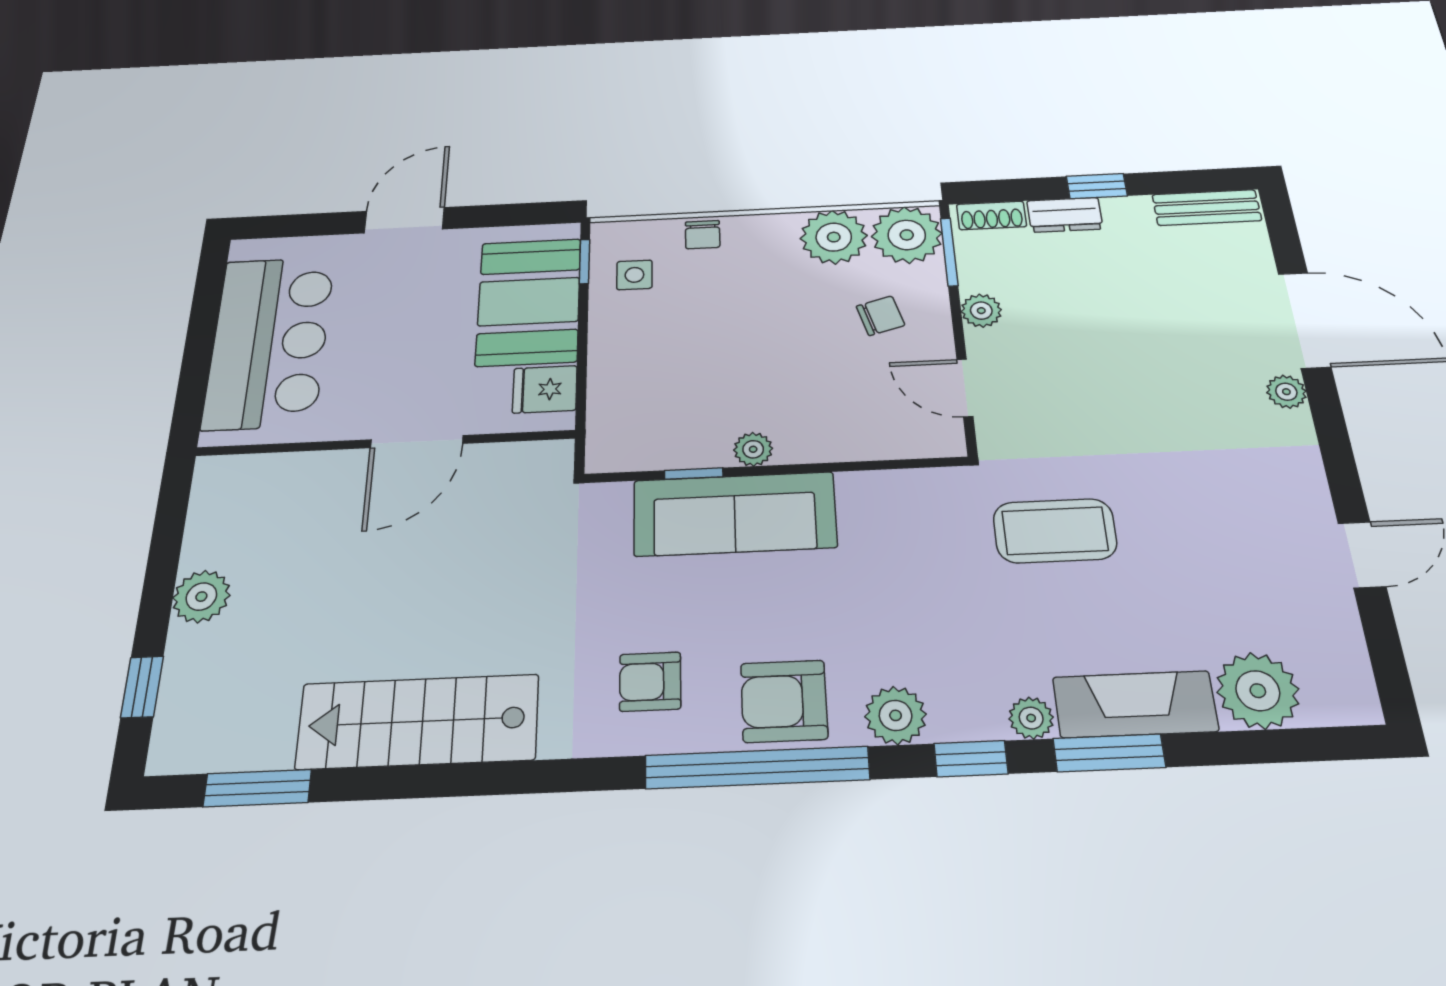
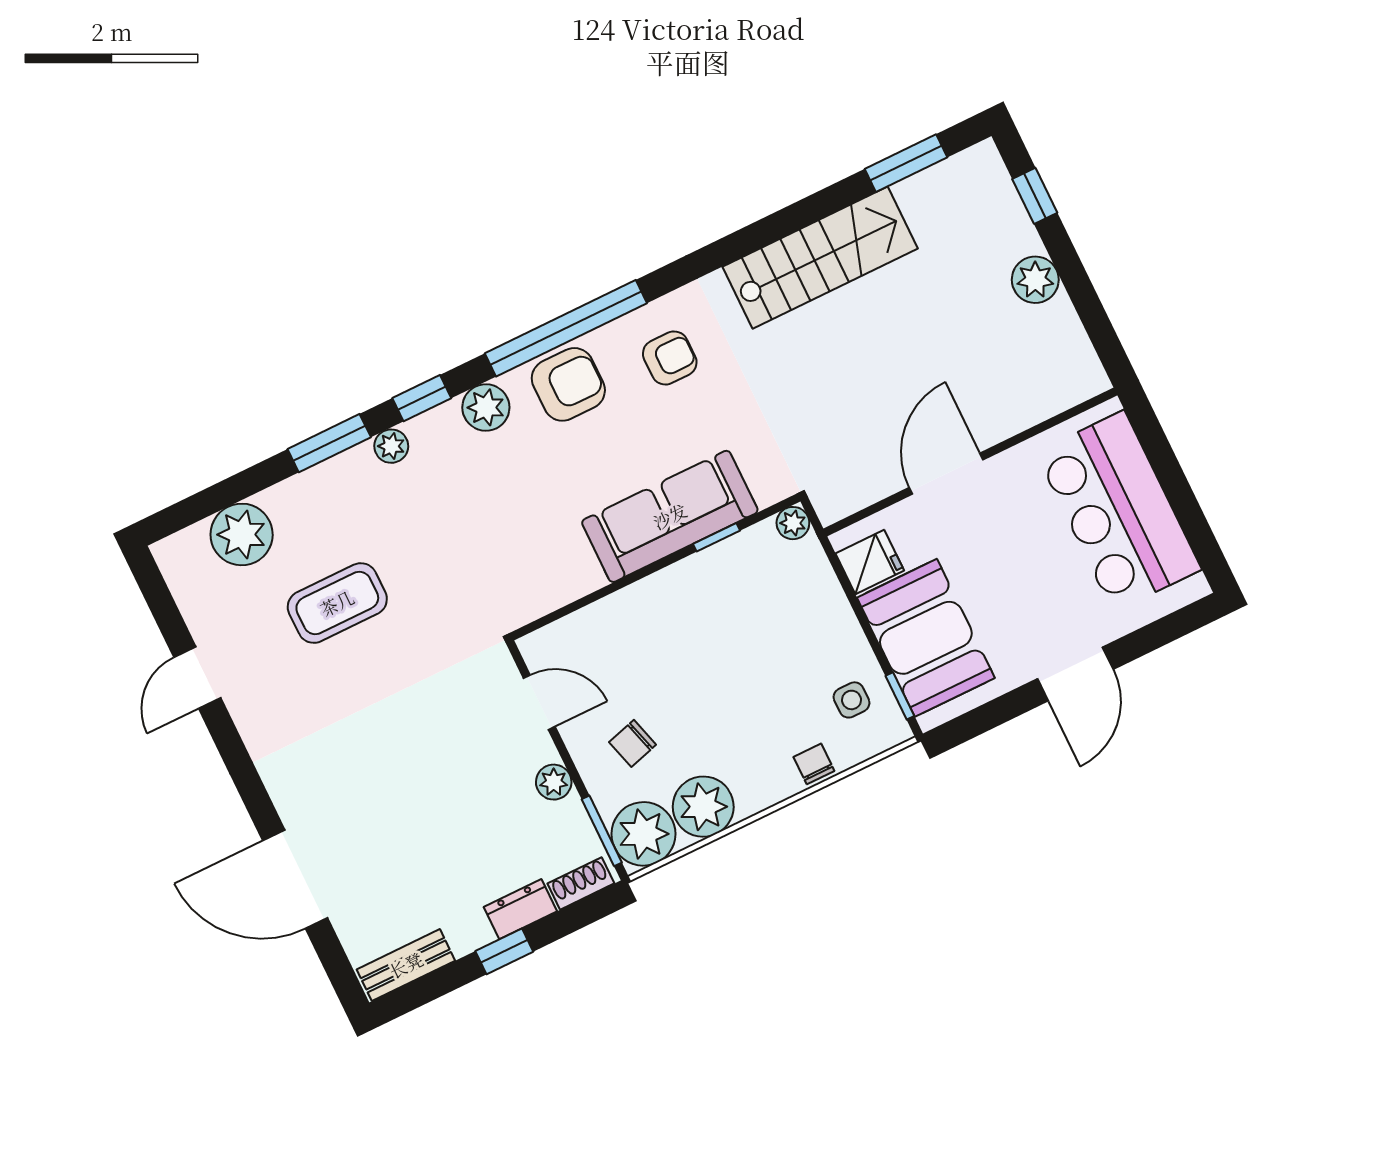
plant: (1286, 392) -> (291, 803), removed
plant: (753, 449) -> (793, 523), moved
coffee table: (1055, 531) -> (337, 603), moved
fireplace: (1135, 704) -> (323, 488), removed

